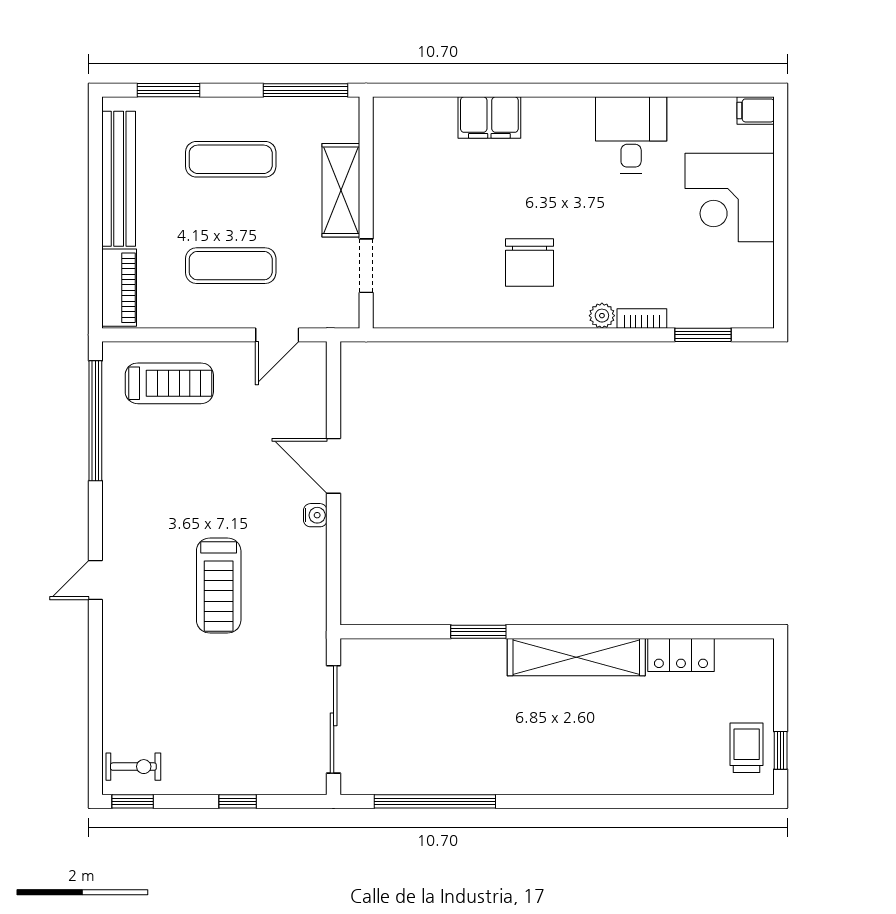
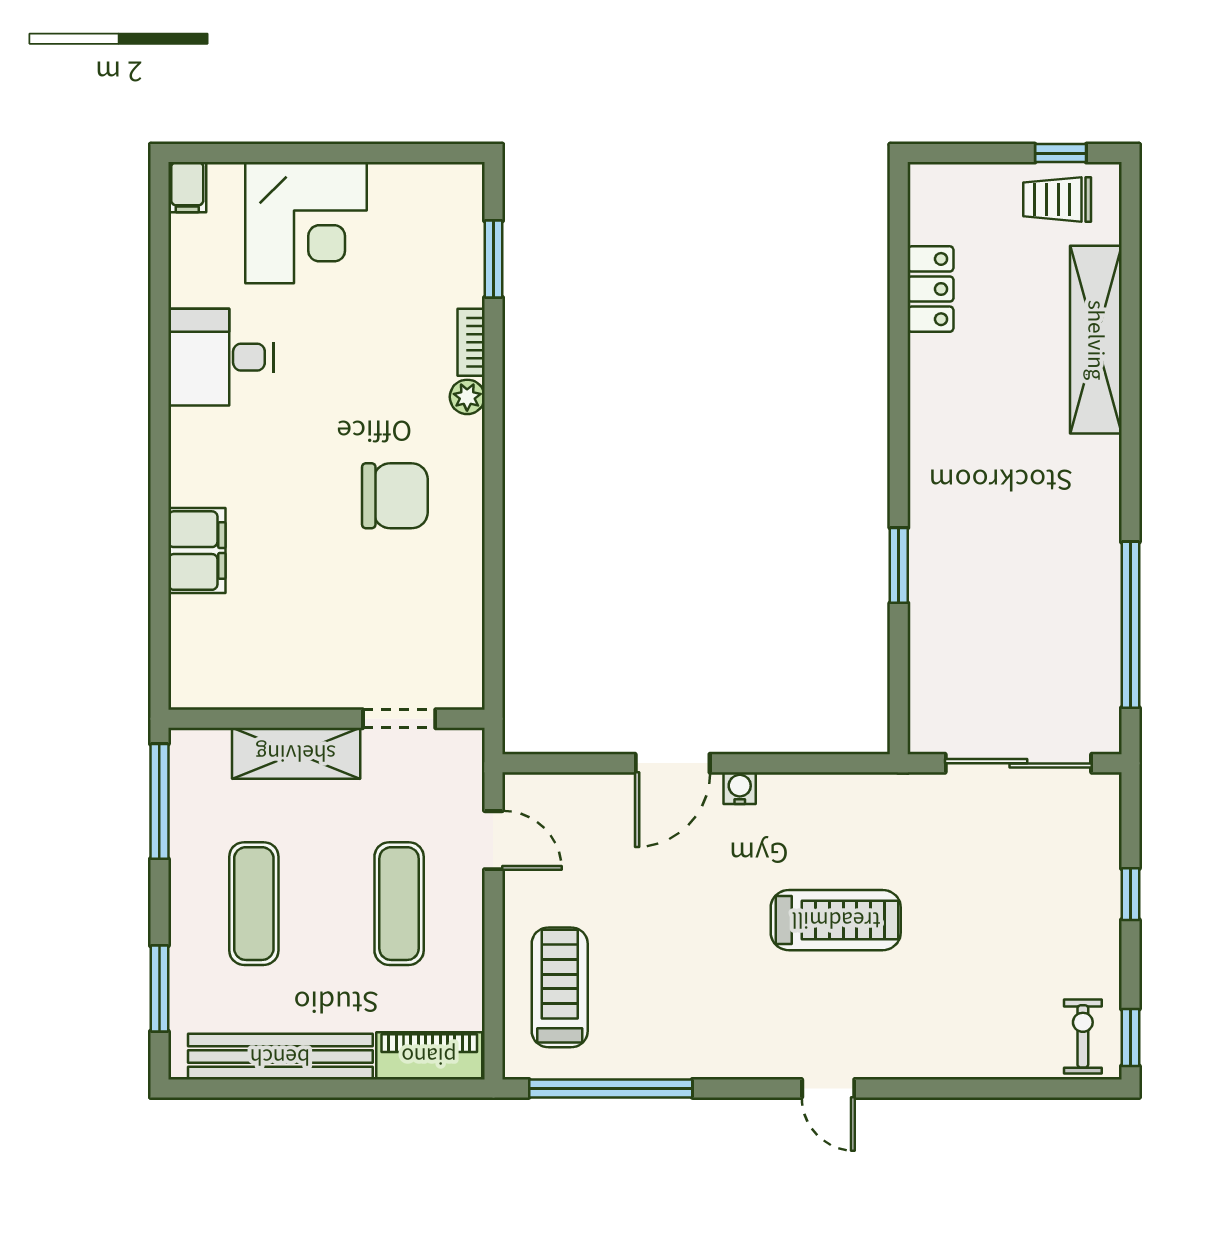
shelving: (576, 657) -> (1096, 340), moved

